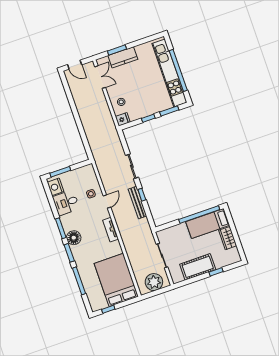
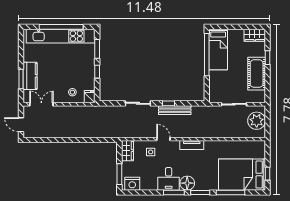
door: (75, 65) -> (21, 125), swing flipped
wardrobe: (85, 172) -> (127, 151), added
desk: (66, 203) -> (169, 179), moved
wardrobe: (228, 238) -> (255, 35), moved
bed: (116, 280) -> (242, 175), moved

